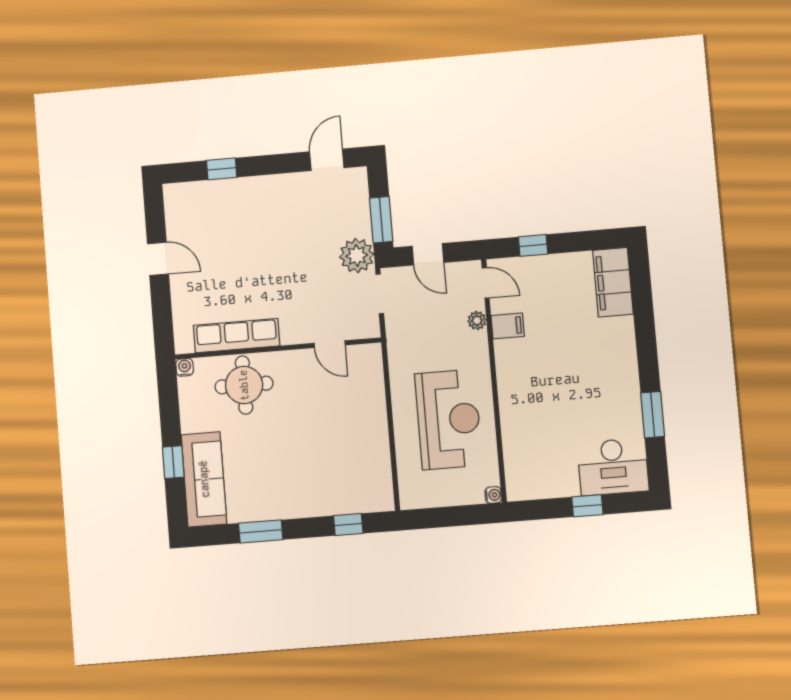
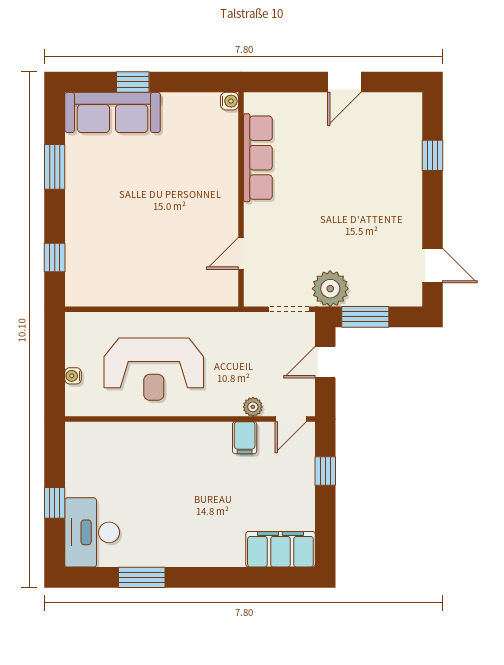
round table: (244, 385) -> (206, 161), removed
water cooler: (493, 495) -> (73, 376), moved, turned 90

